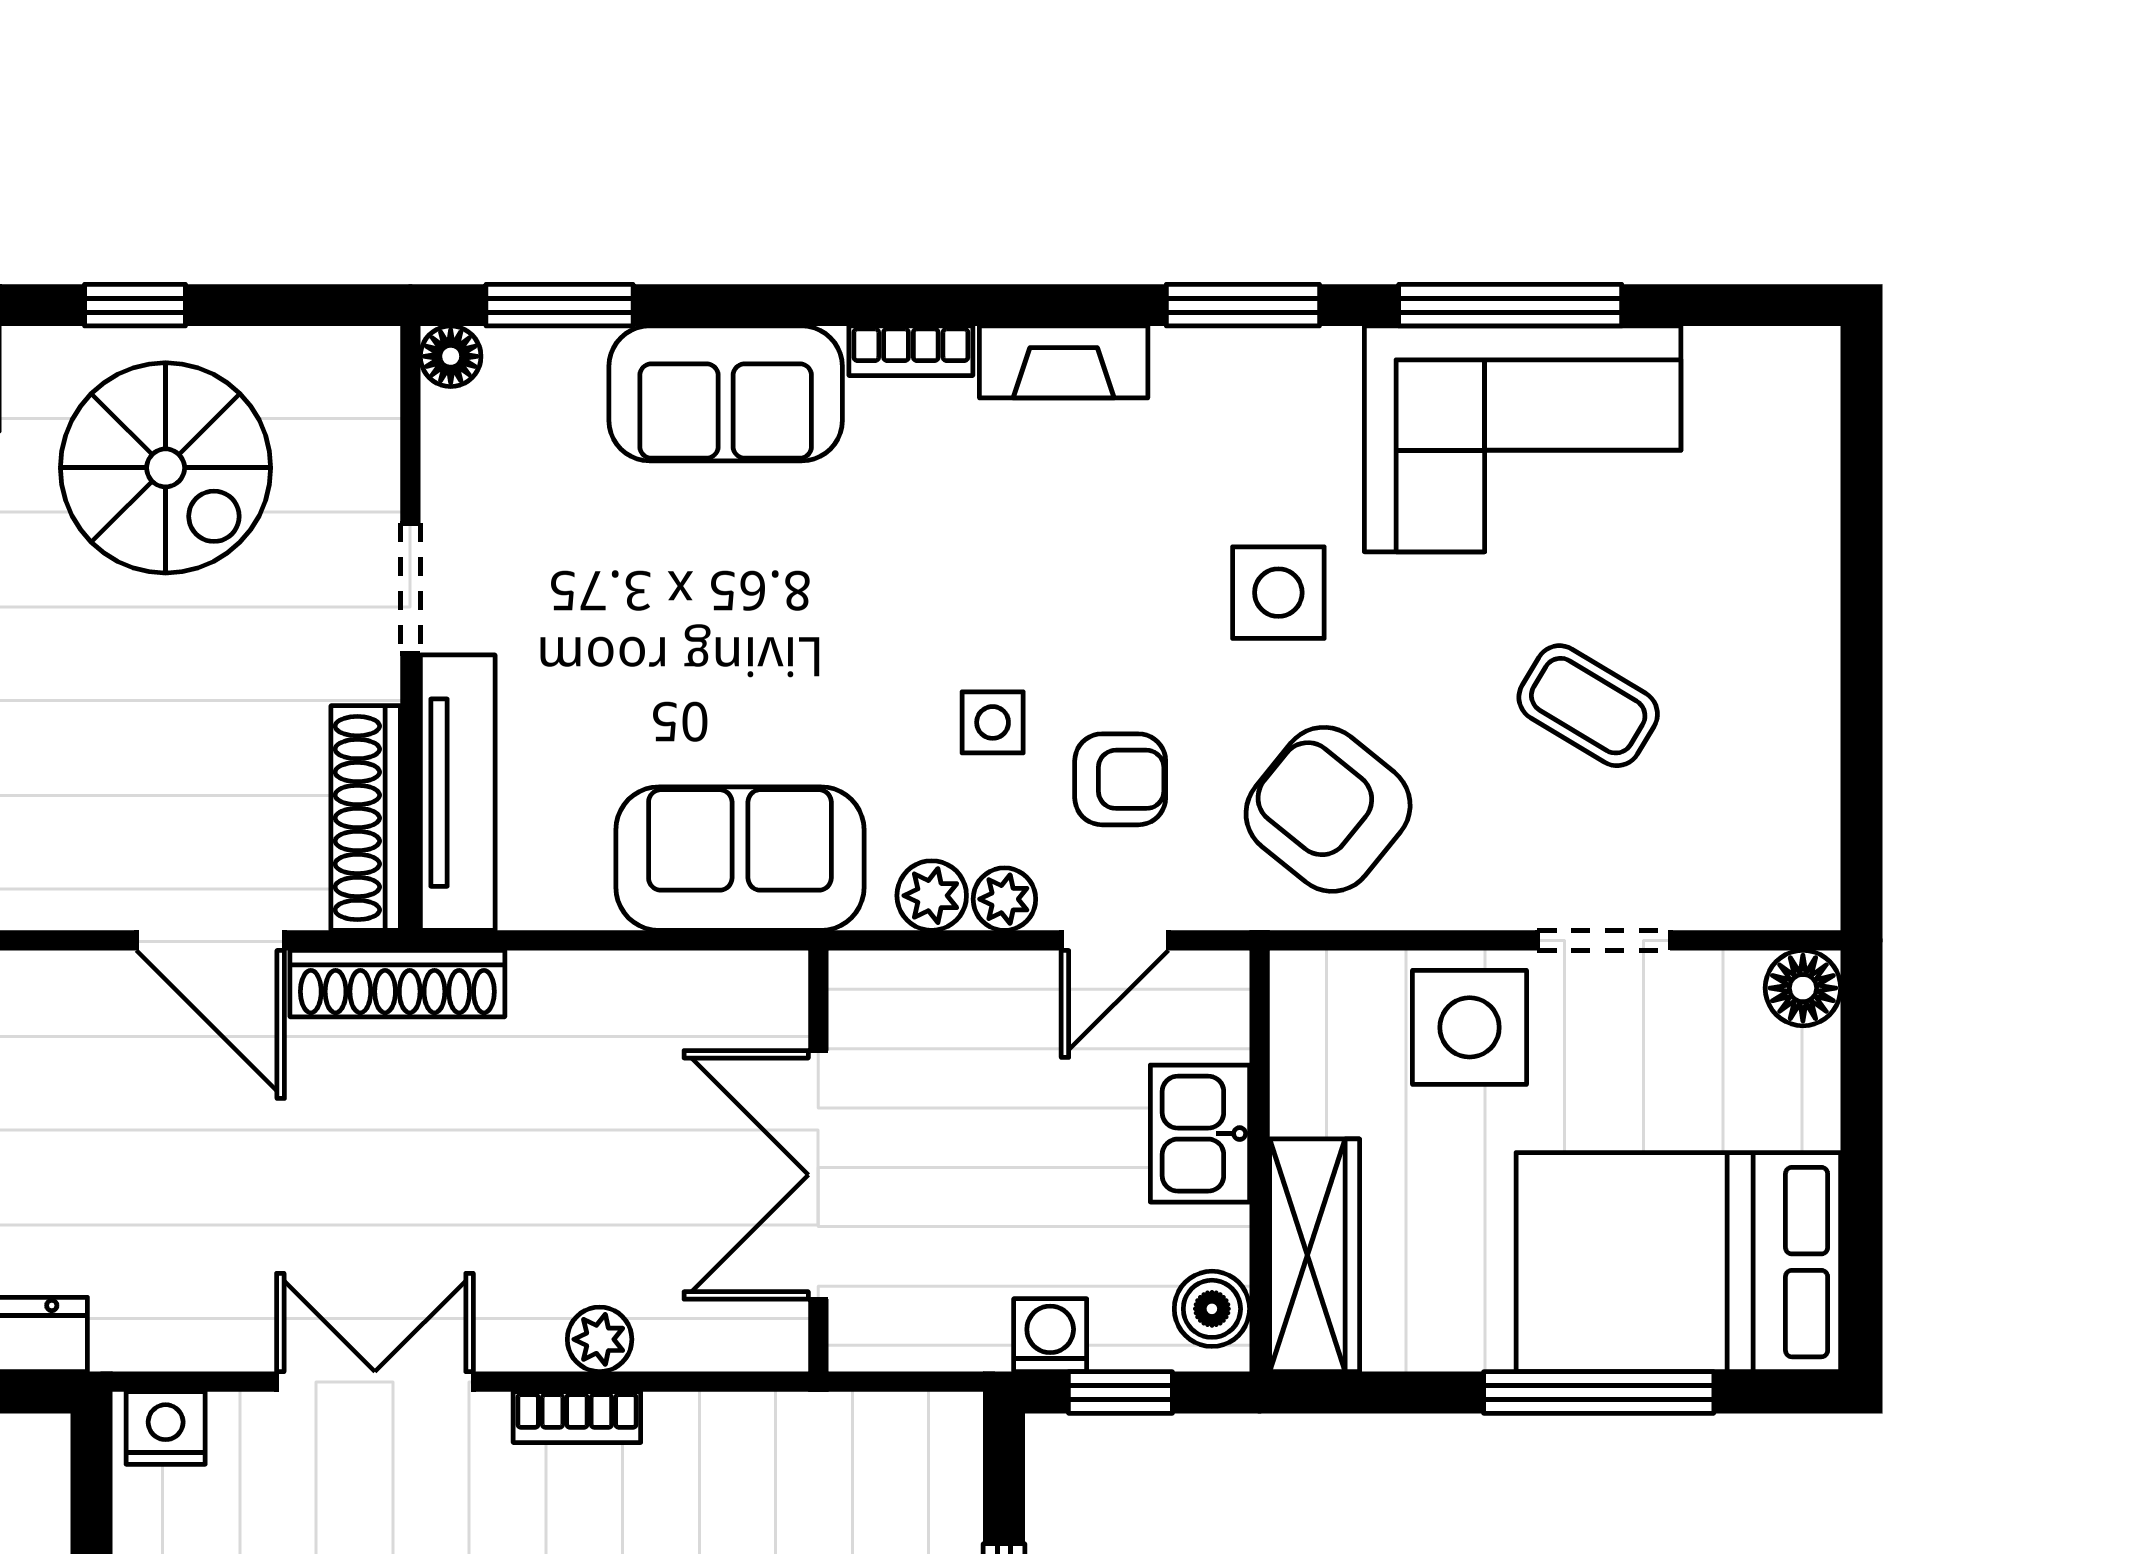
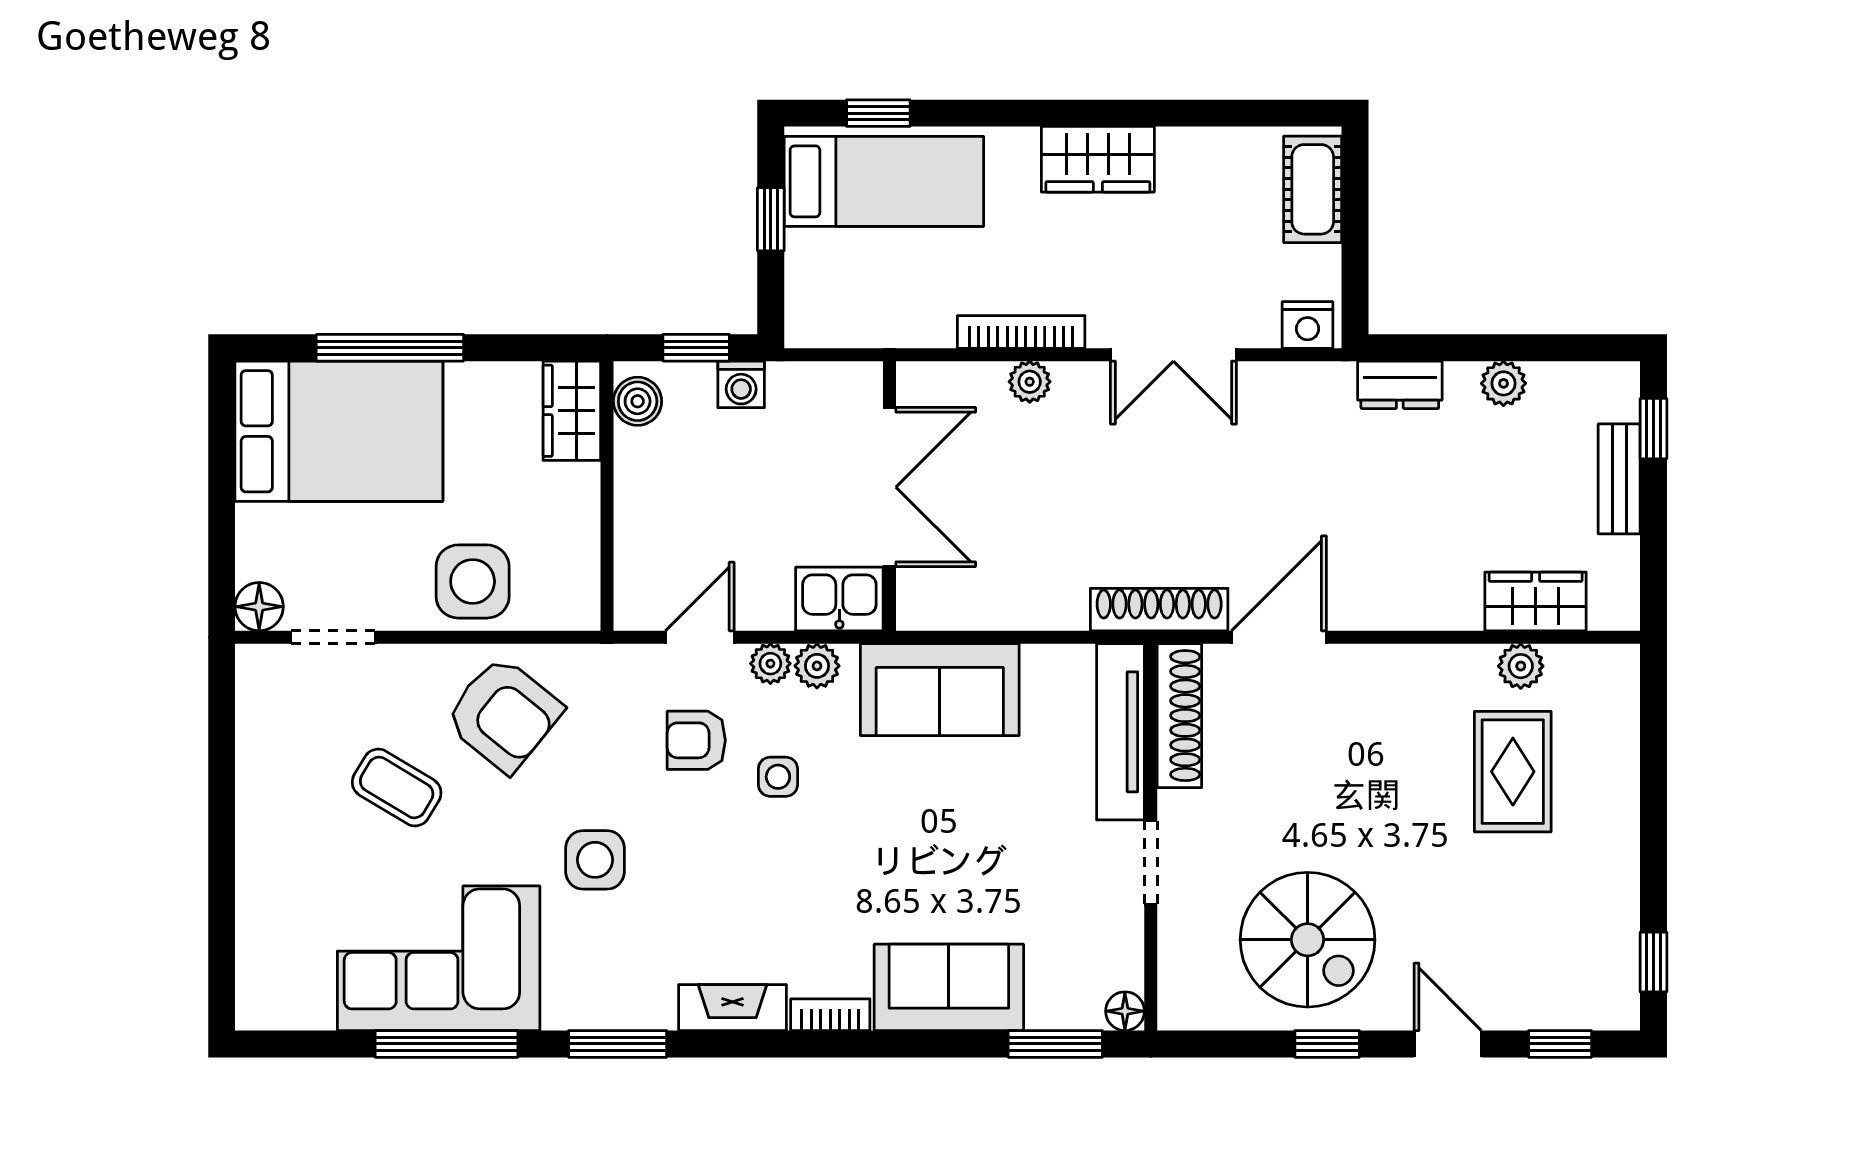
spiral stairs: (166, 468) -> (1308, 940), turned 180
armchair: (1328, 809) -> (504, 714), moved
door: (210, 940) -> (1279, 637), hinge flipped
doorway: (1604, 940) -> (333, 637), moved
kitchen sink: (1200, 1134) -> (839, 599), moved, turned -90
wardrobe: (1315, 1255) -> (572, 411), width x0.67
bookcase: (577, 1417) -> (1021, 332), width x1.56

